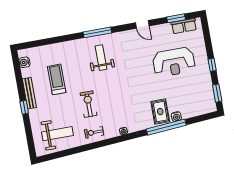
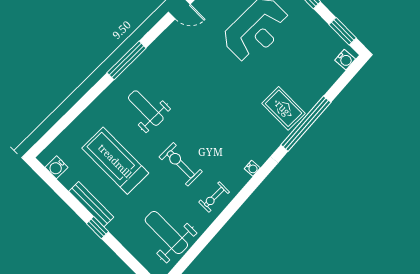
weight bench: (101, 58) -> (146, 108), moved
treadmill: (57, 79) -> (115, 161), width x1.37, depth x1.38
water cooler: (176, 117) -> (345, 60), moved
weight bench: (57, 134) -> (166, 233), turned -90

